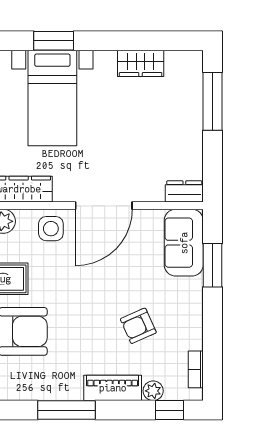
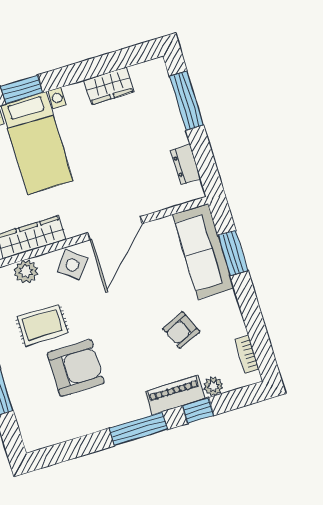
dresser: (184, 191) -> (186, 164), moved, turned -90
side table: (51, 229) -> (72, 265), turned 37
sofa: (184, 243) -> (203, 251), width x1.36
window: (170, 410) -> (198, 411), moved

